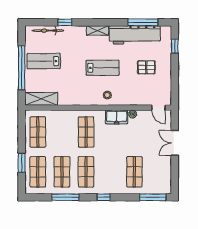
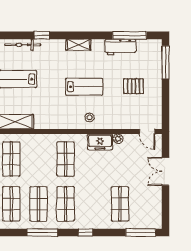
workbench: (135, 35) -> (120, 47), width x0.53, depth x0.76
window: (175, 46) -> (165, 62), width x2.17

